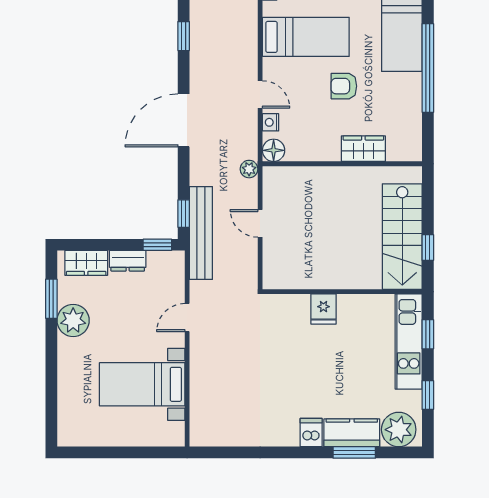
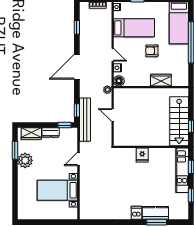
plant: (399, 430) -> (177, 211), removed

